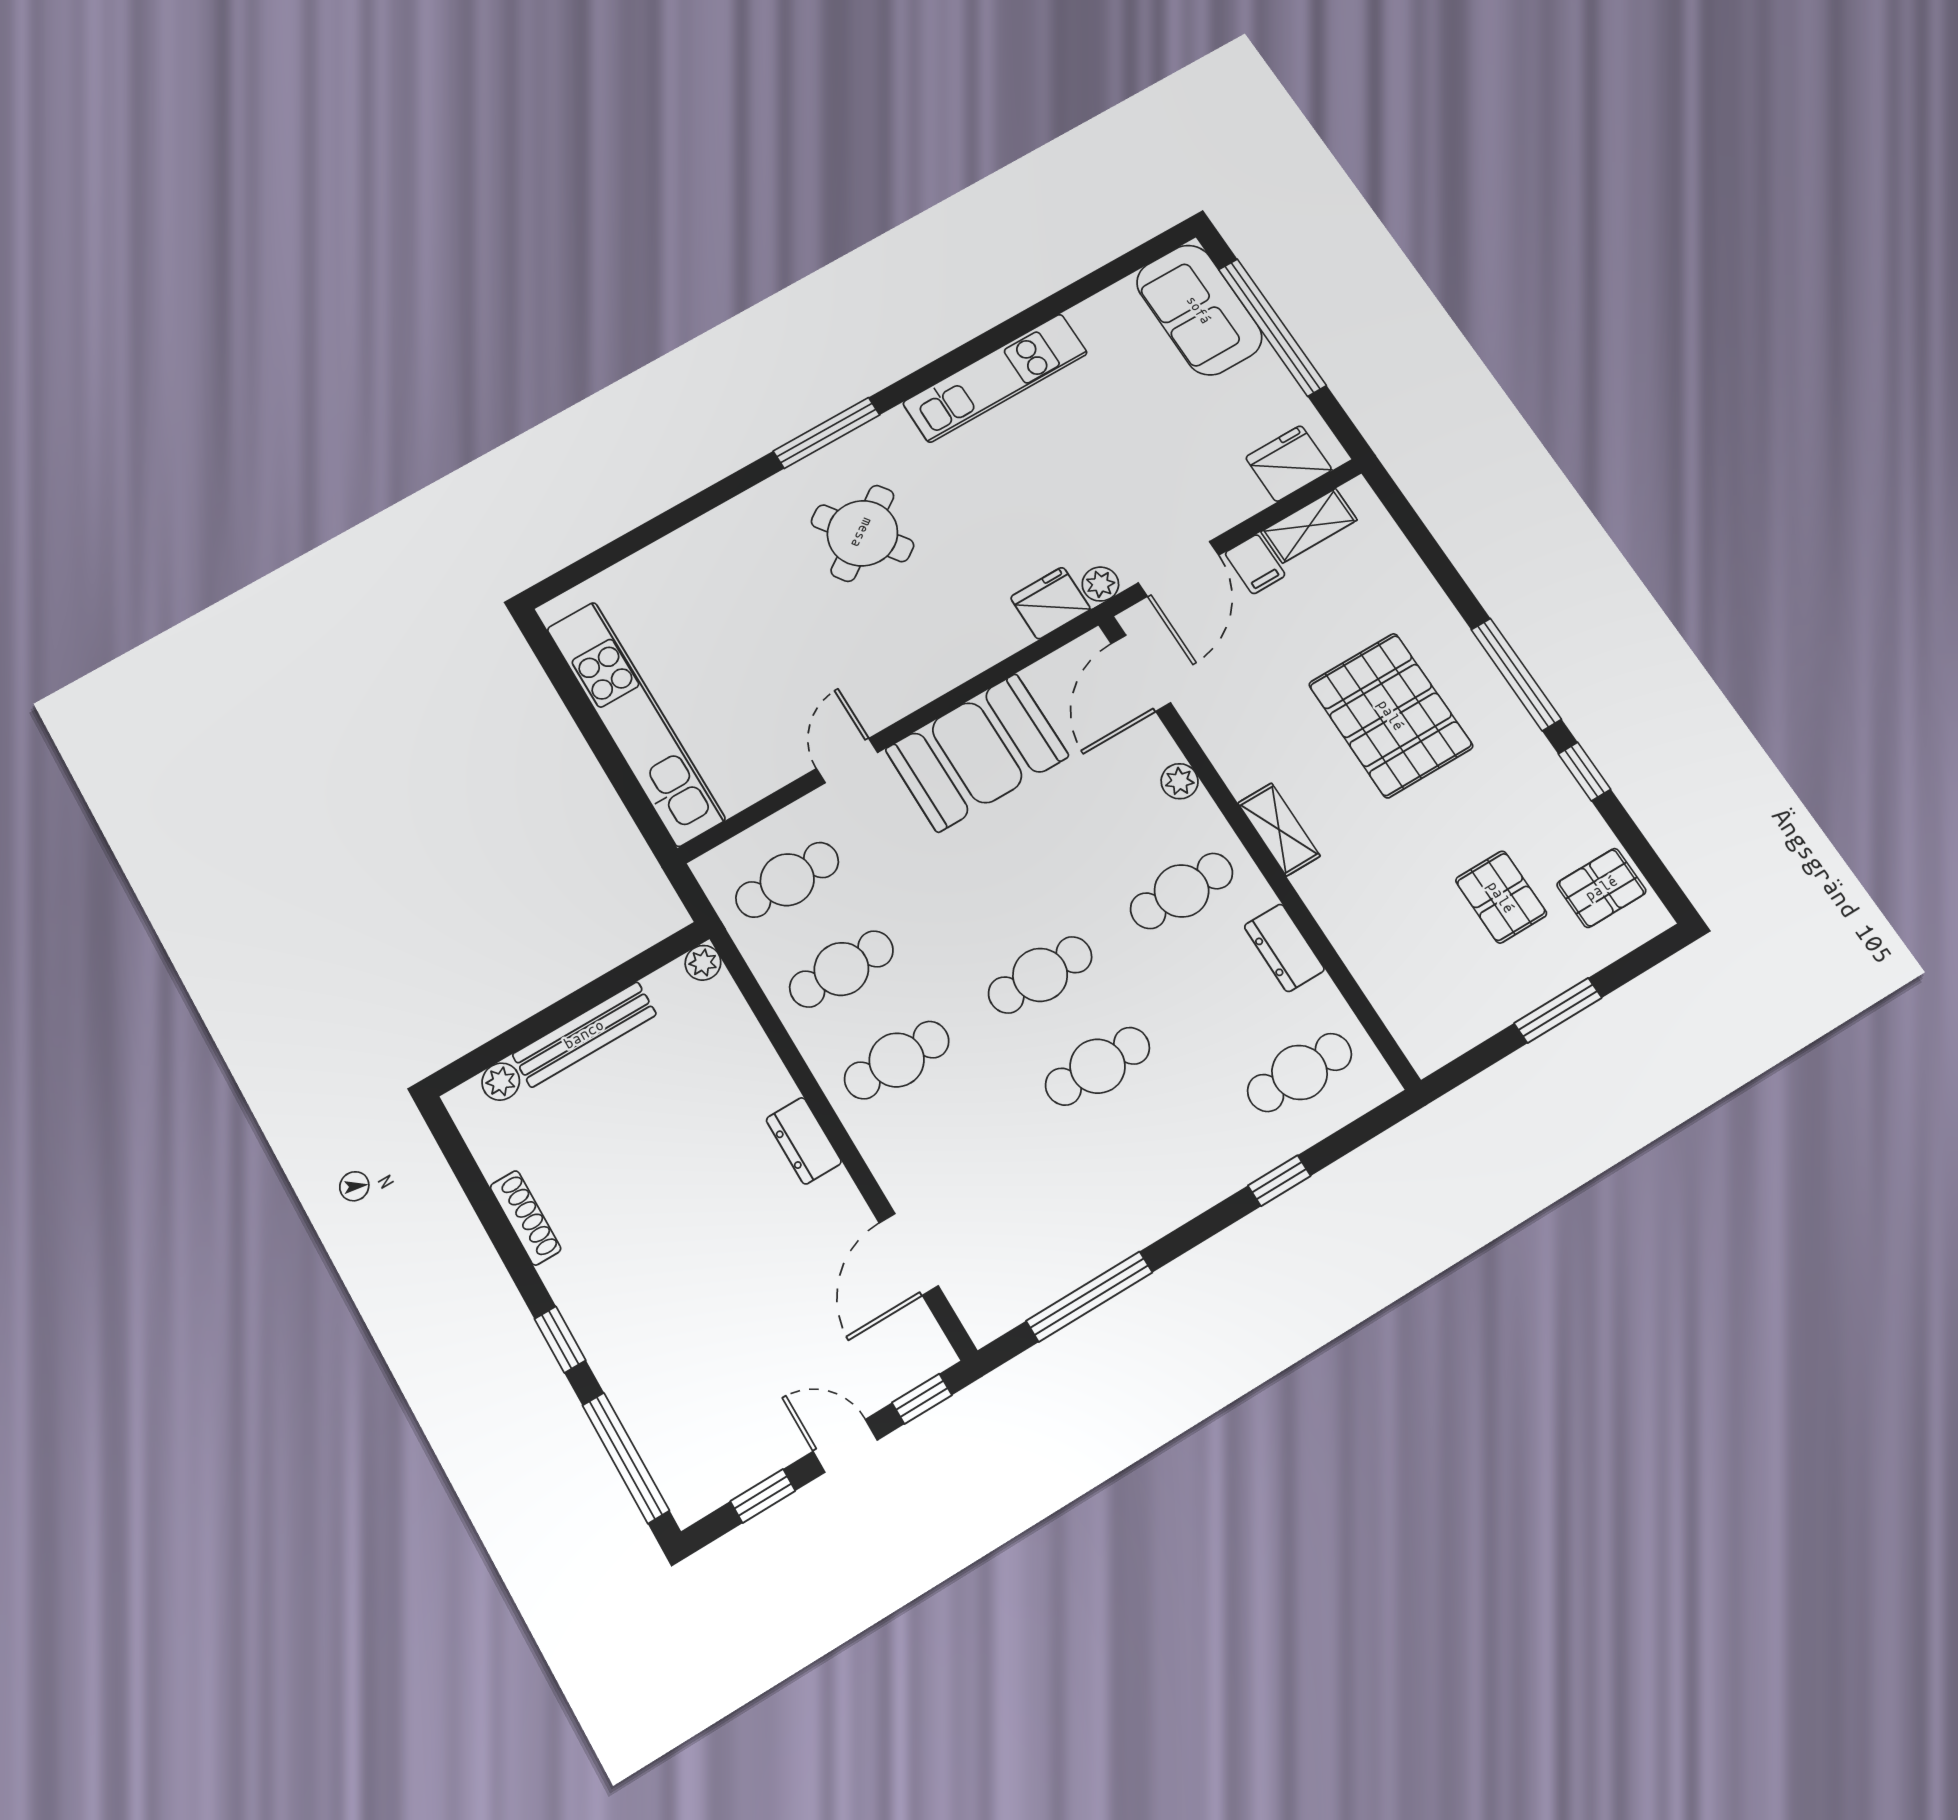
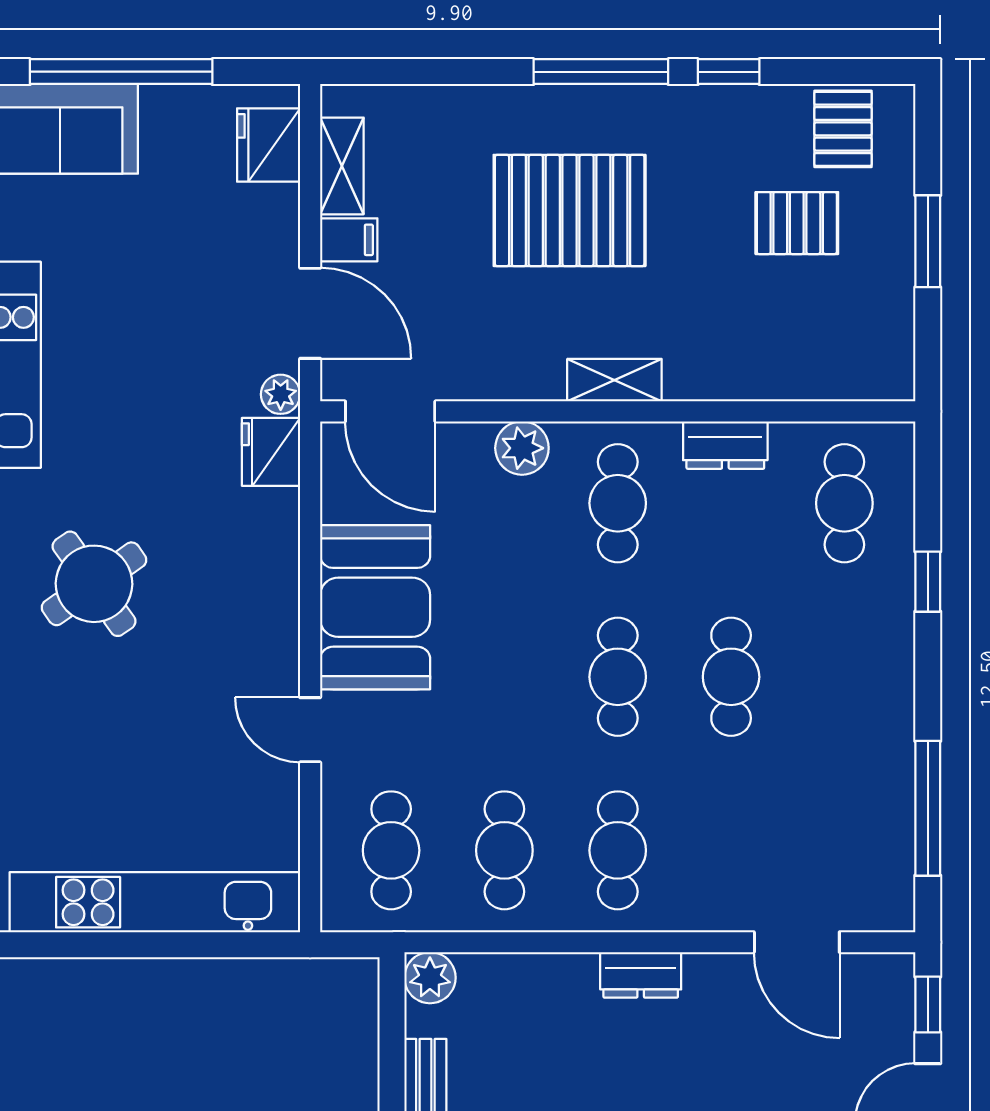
plant: (1180, 781) -> (522, 448), width x1.38, depth x1.38
plant: (703, 963) -> (430, 978), width x1.38, depth x1.38

